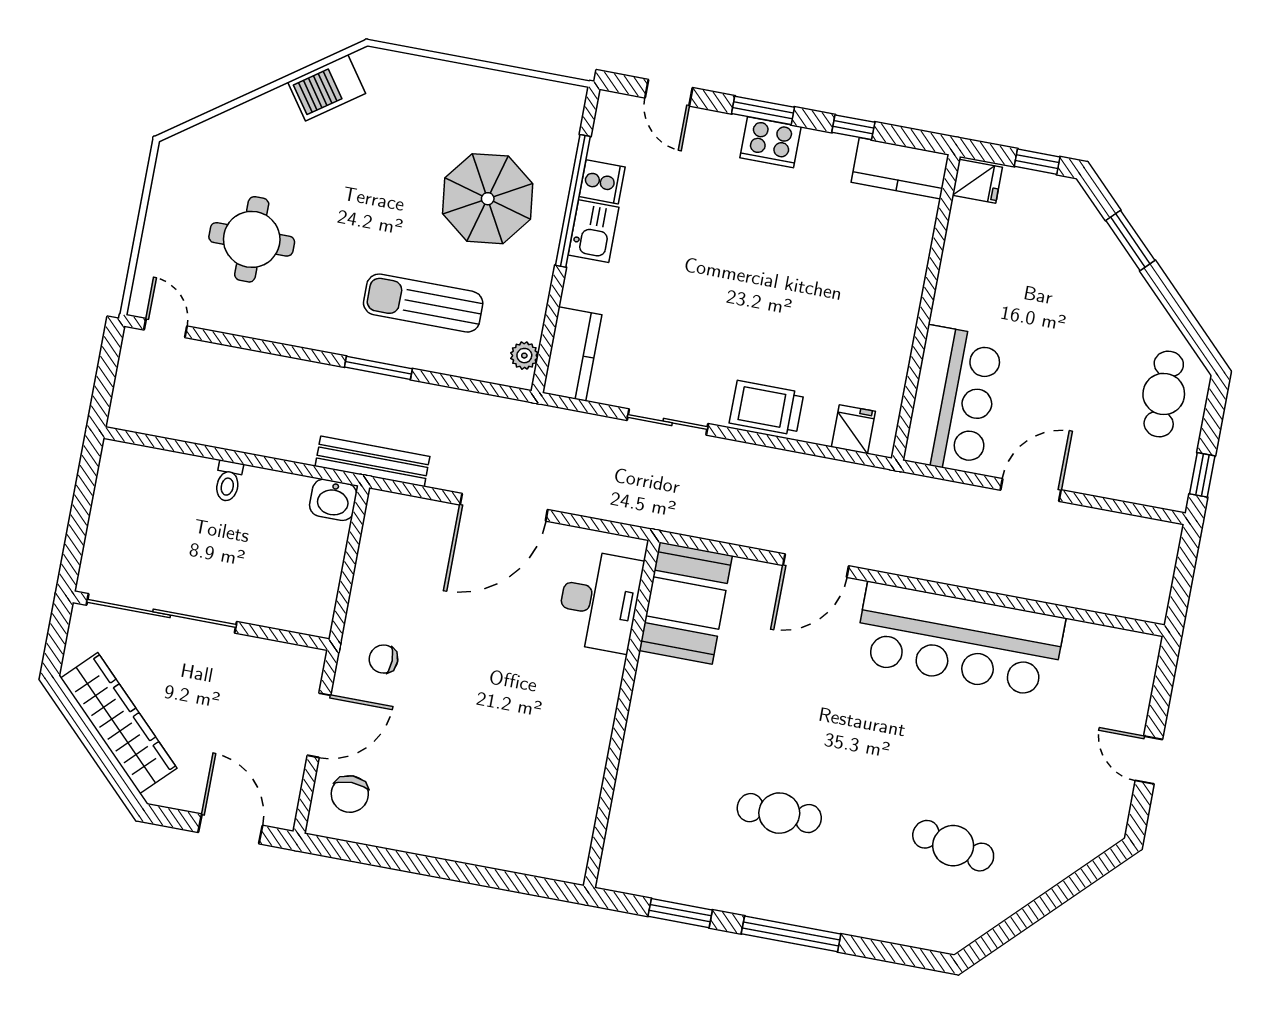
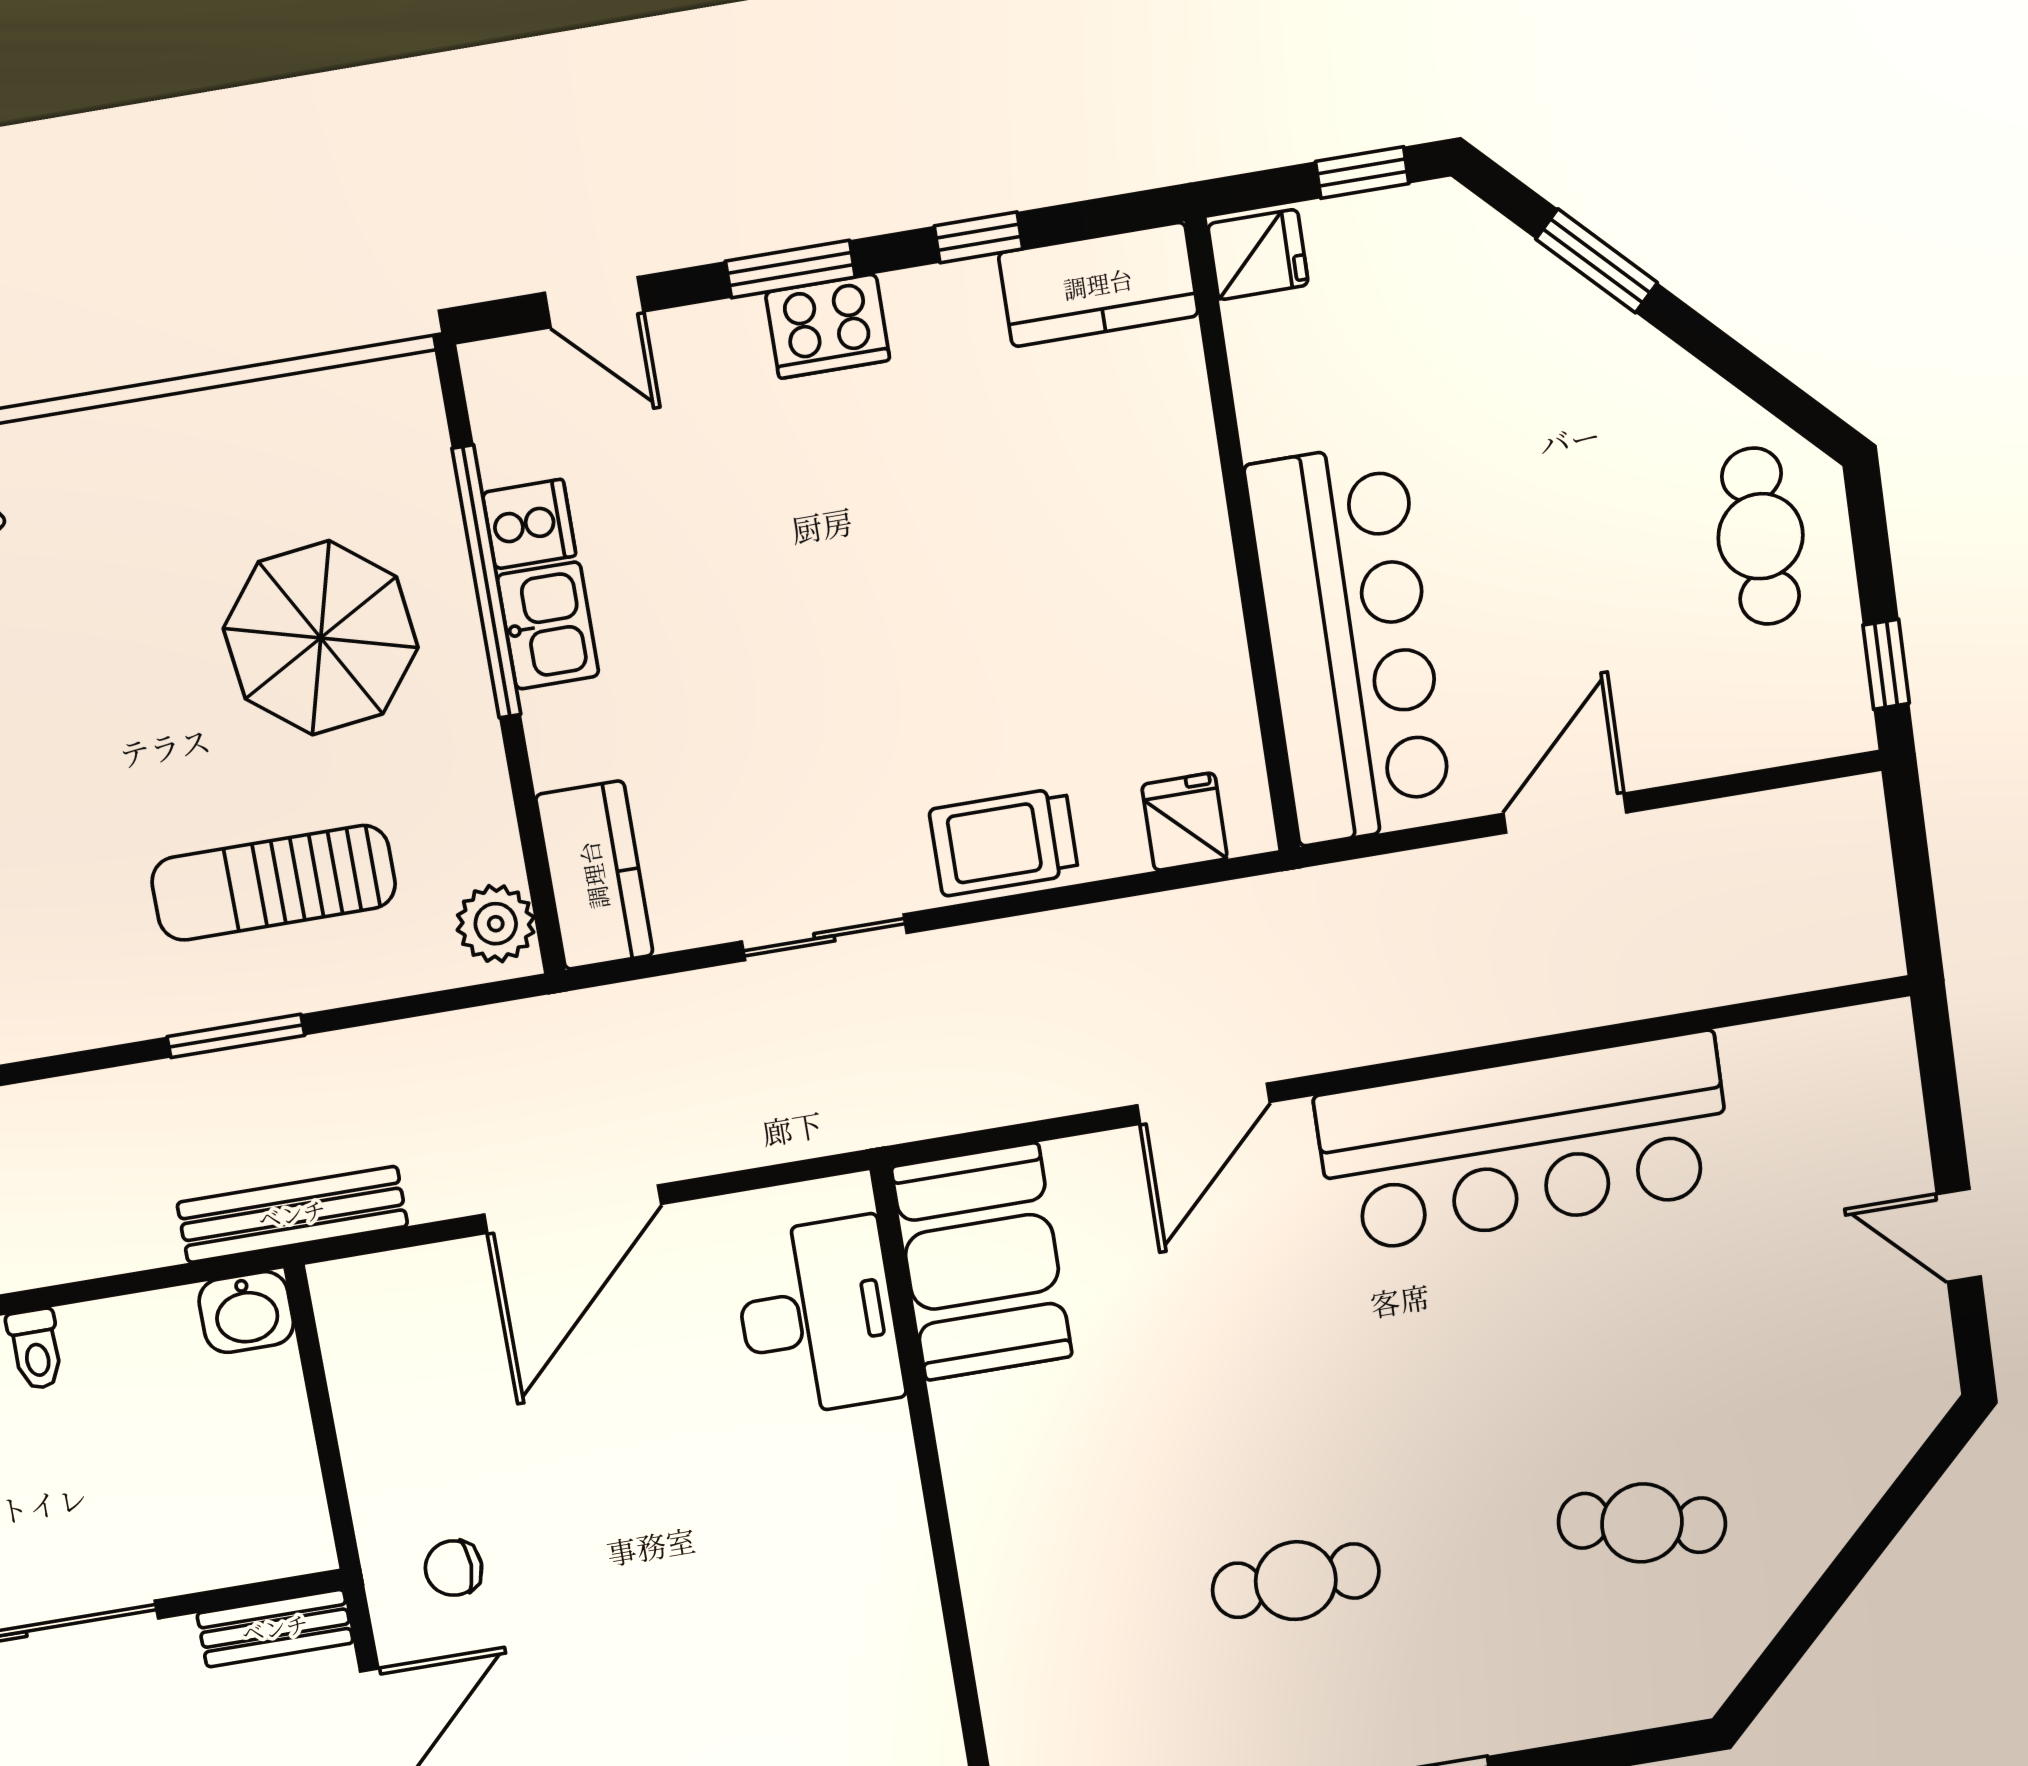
plant: (524, 356) -> (496, 924), width x1.38, depth x1.38
bar counter: (953, 399) -> (1350, 644), width x1.36
bench: (288, 657) -> (275, 1628), added

